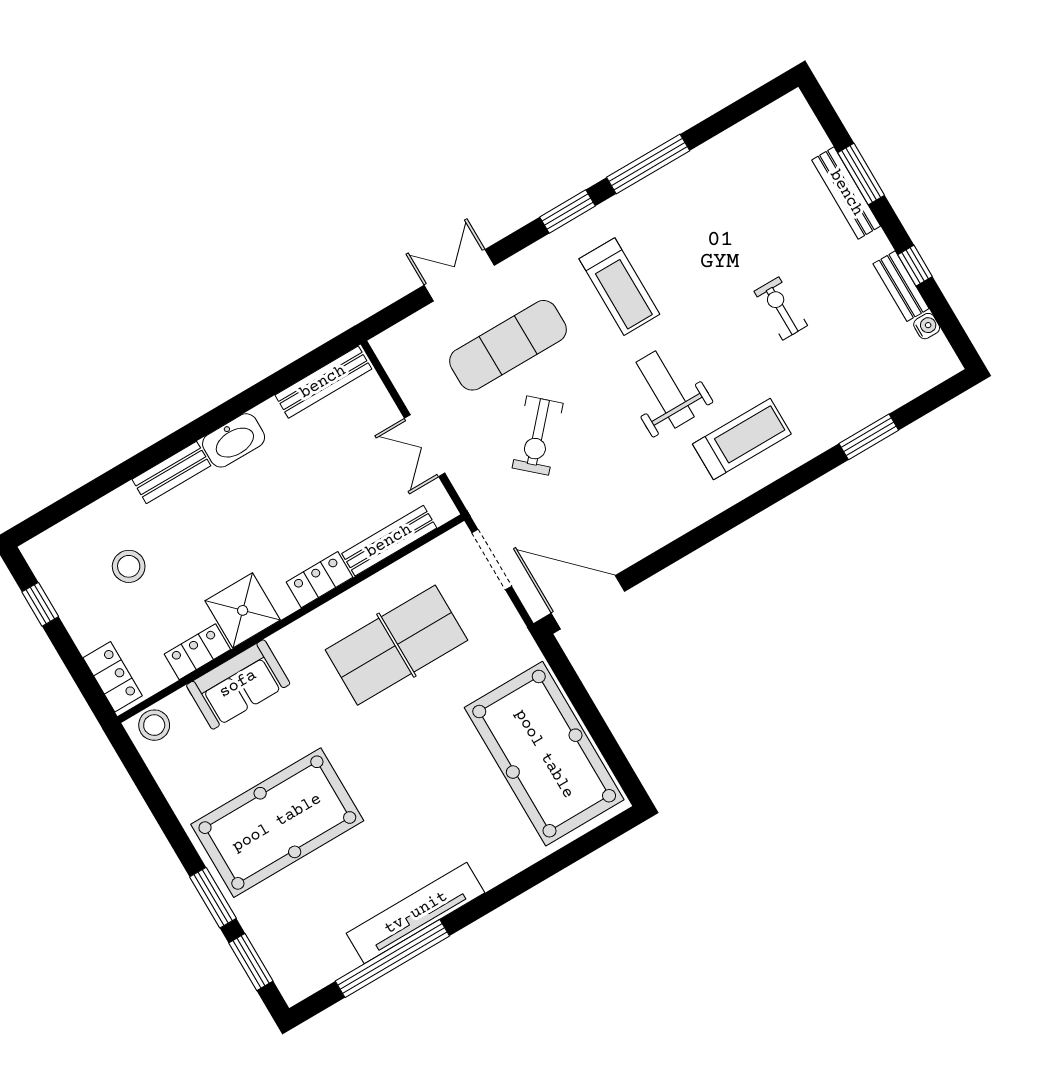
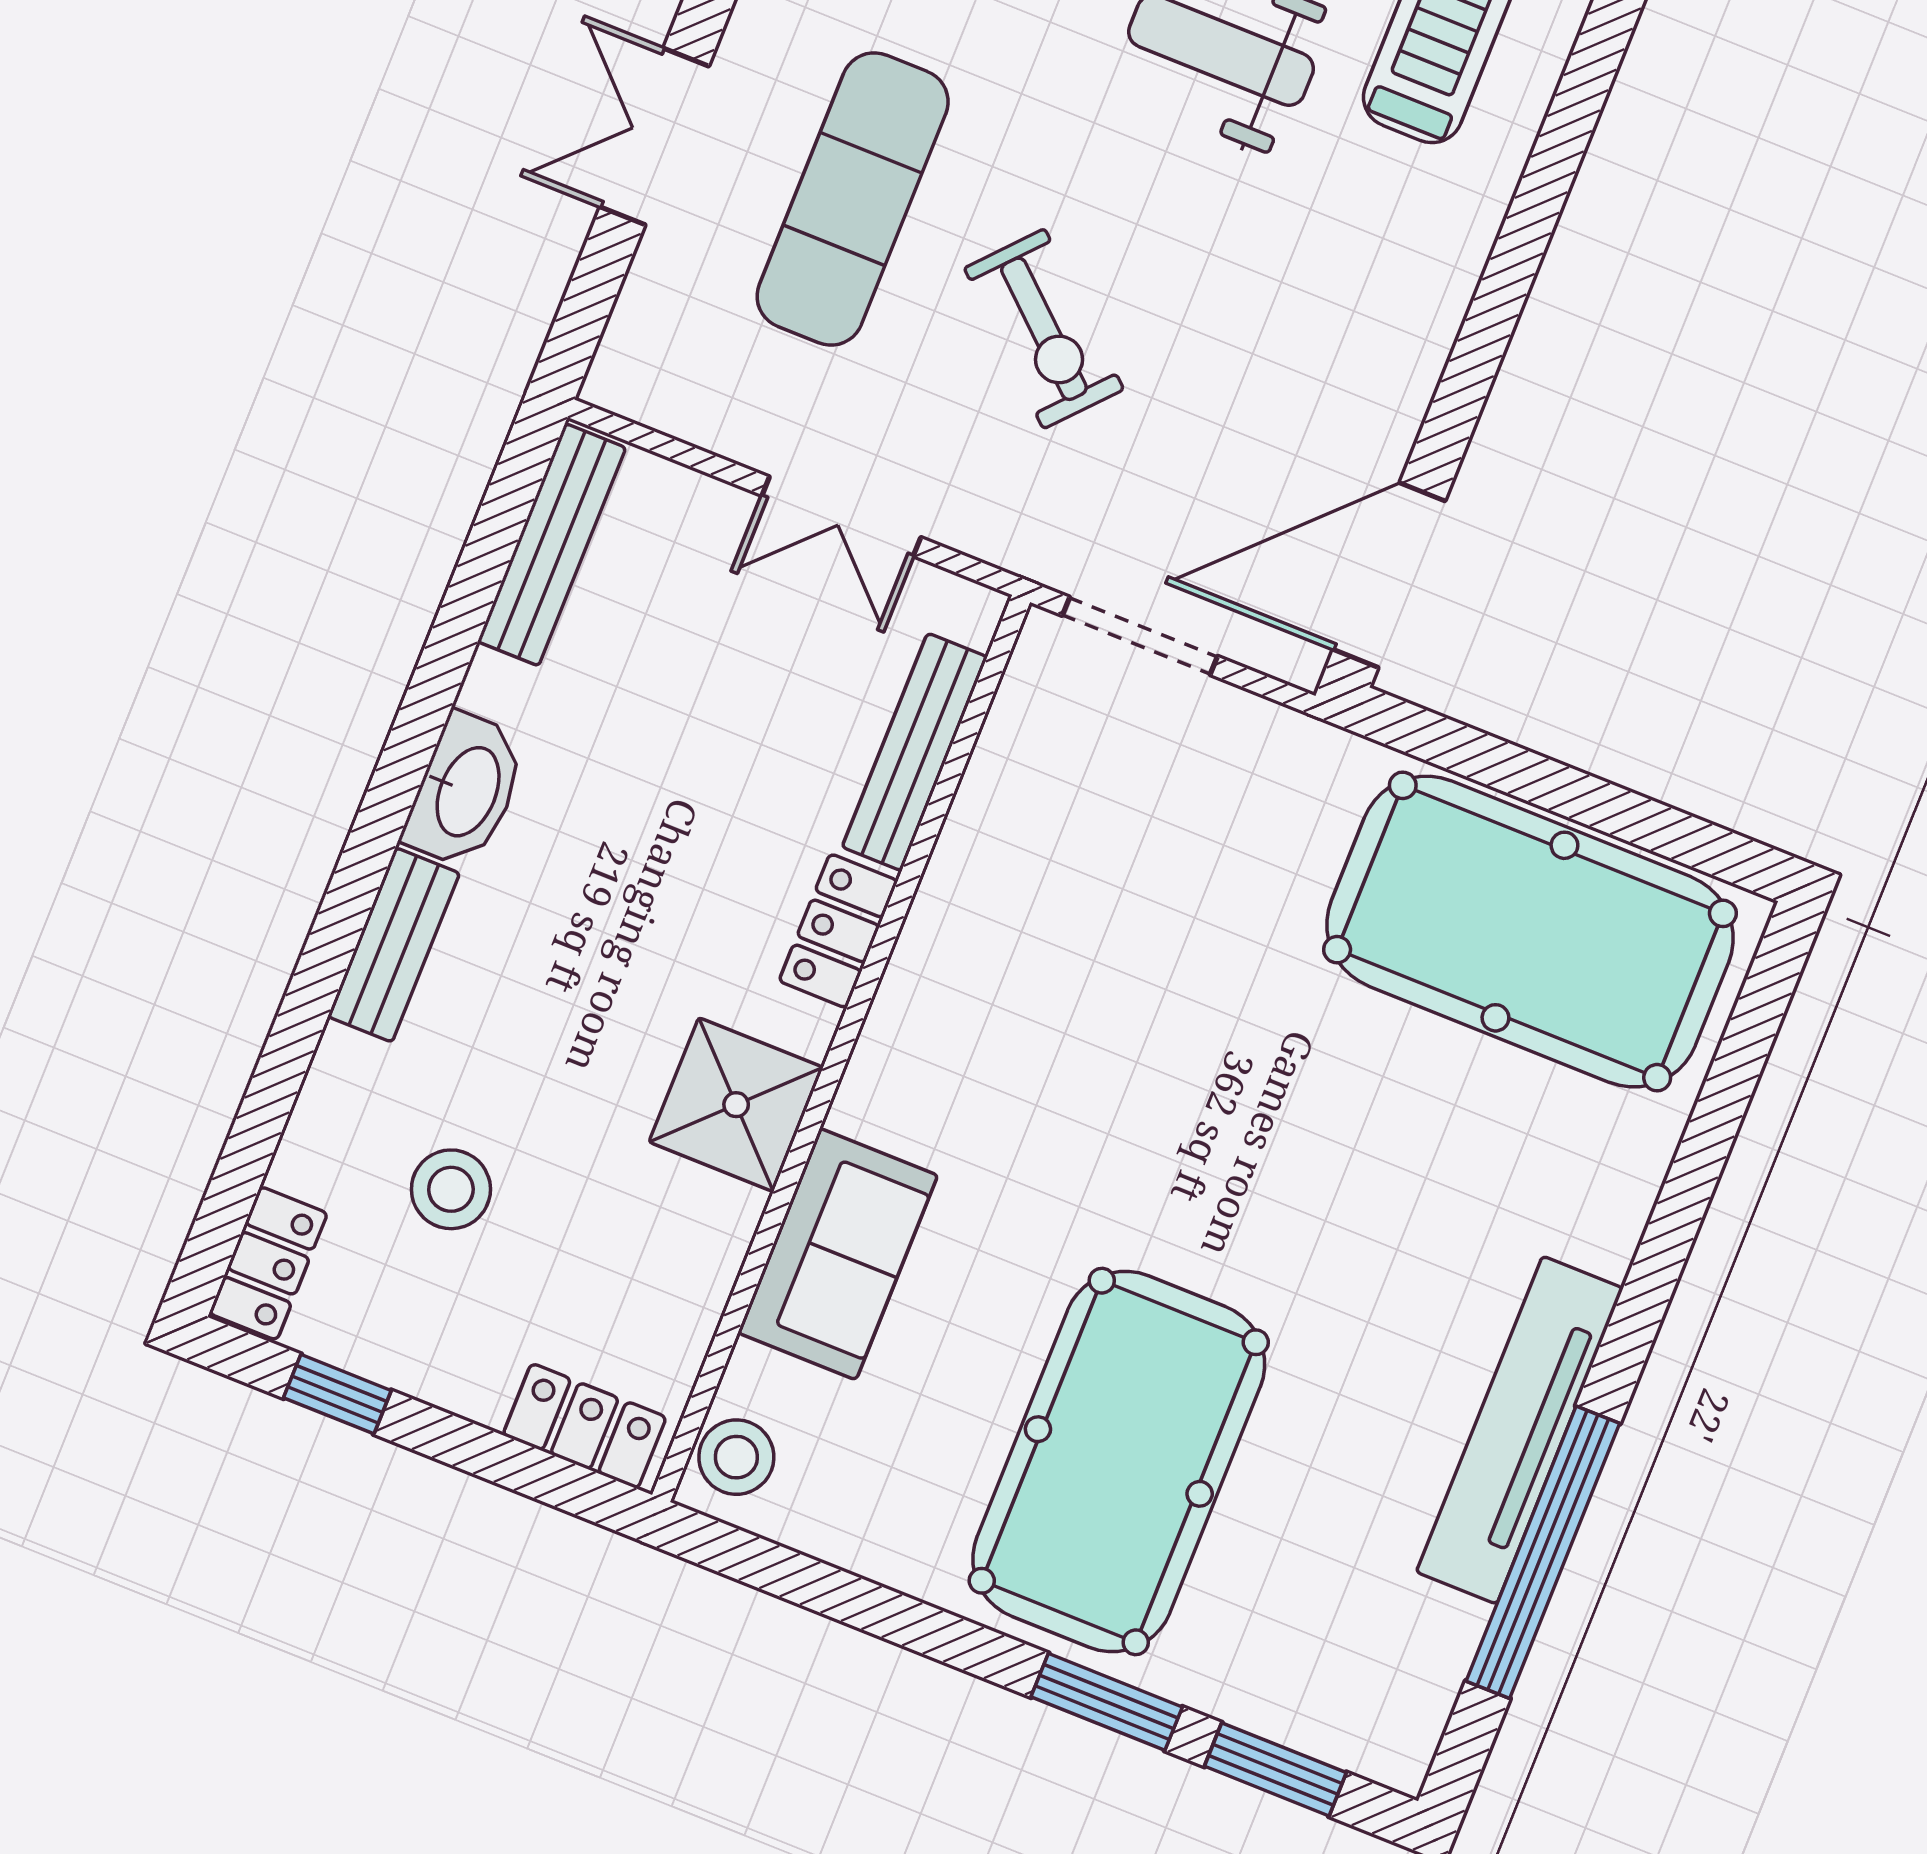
table tennis table: (396, 645) -> (1084, 943), removed
locker: (197, 652) -> (268, 1263), moved, turned 180

